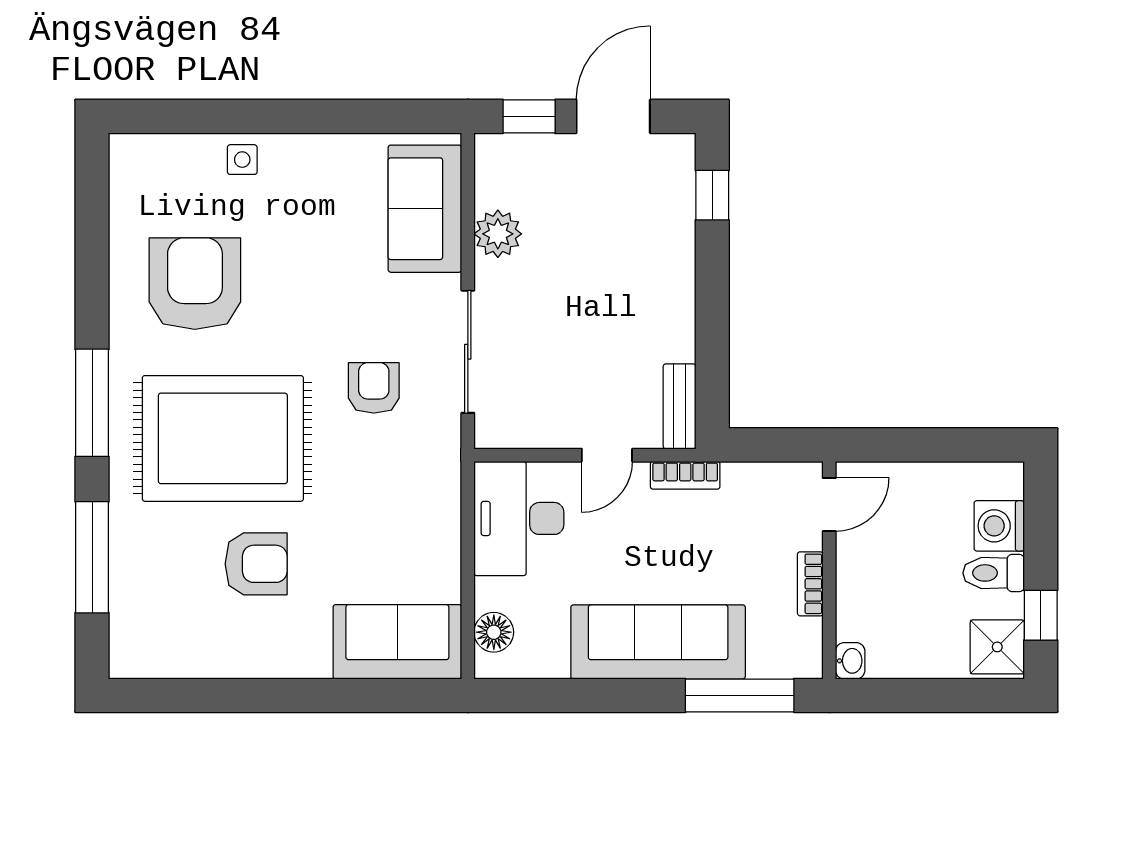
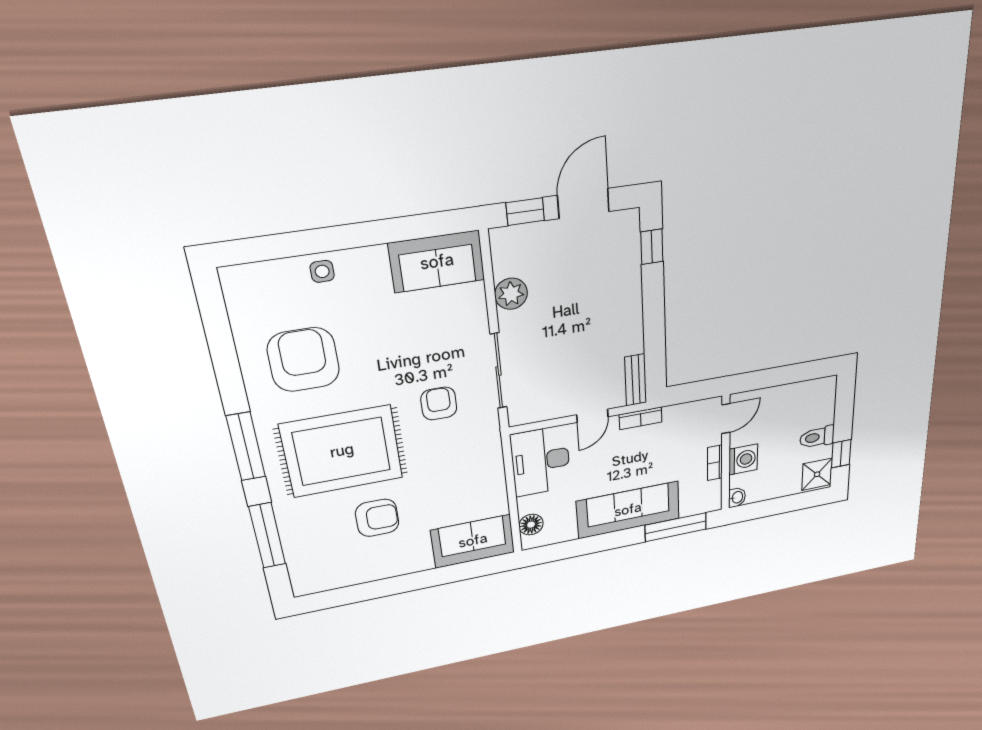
sofa: (425, 209) -> (437, 262), moved, turned -90
washing machine: (999, 526) -> (743, 460), moved, turned 180

